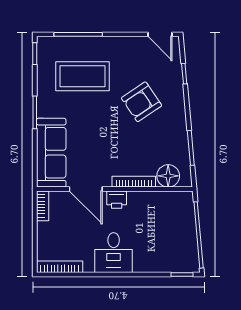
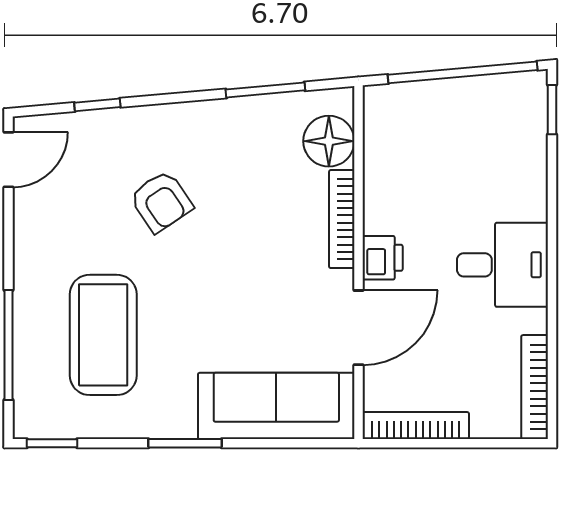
armchair: (142, 102) -> (161, 201), width x0.72, depth x0.72
bookcase: (43, 206) -> (416, 426), width x1.56

